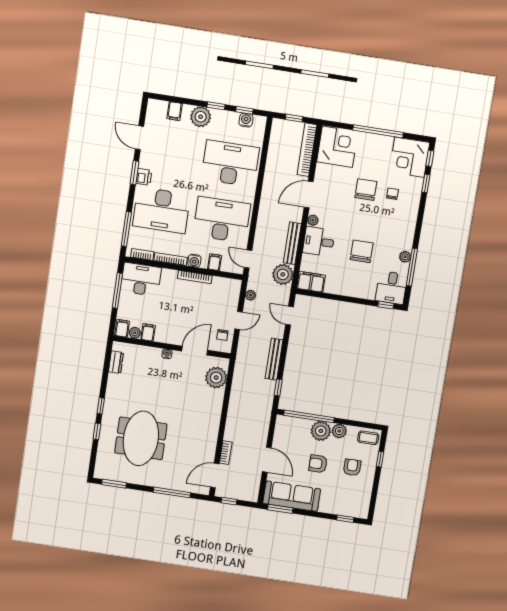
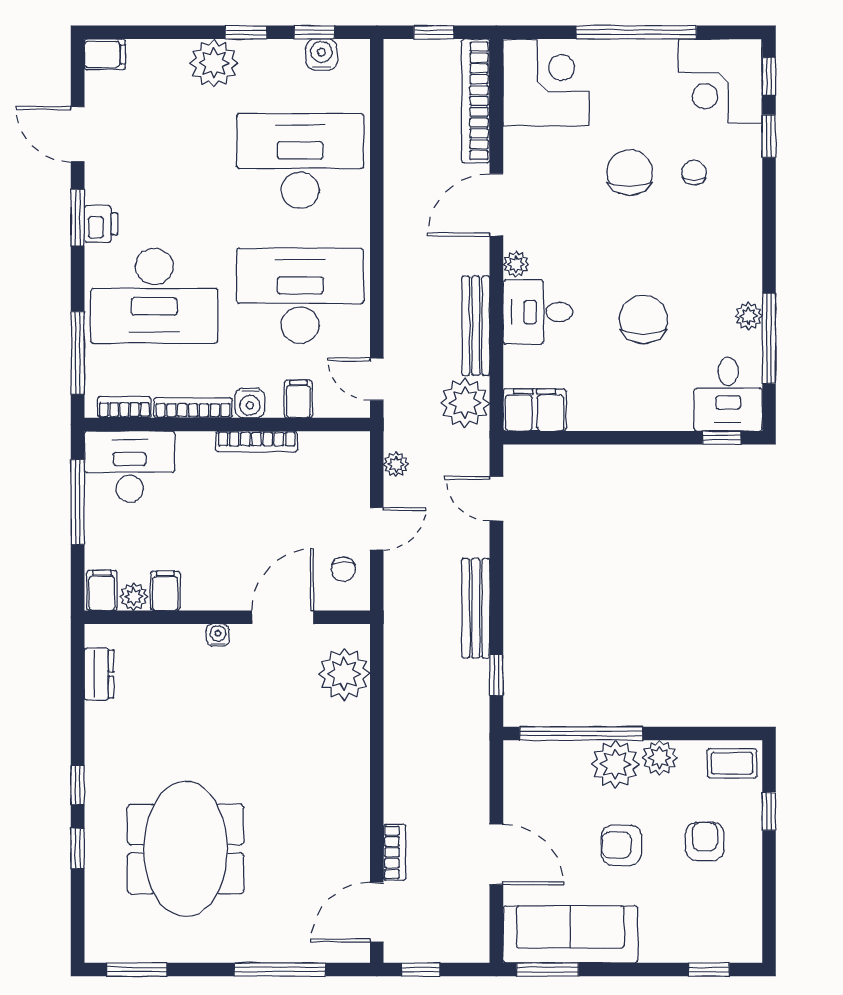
filing cabinet: (175, 111) -> (105, 54), moved, turned -90

